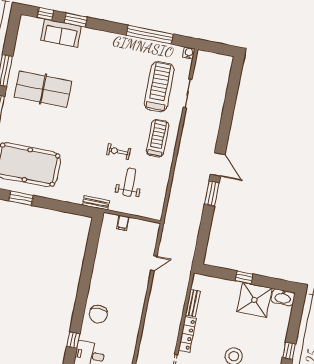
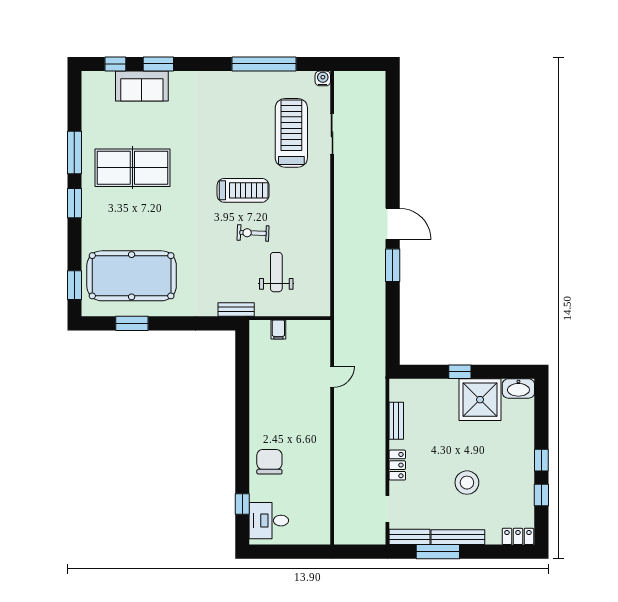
treadmill: (158, 138) -> (243, 190), moved, turned 90
chair: (98, 314) -> (269, 462), turned 180
locker: (187, 334) -> (397, 465), width x0.66

